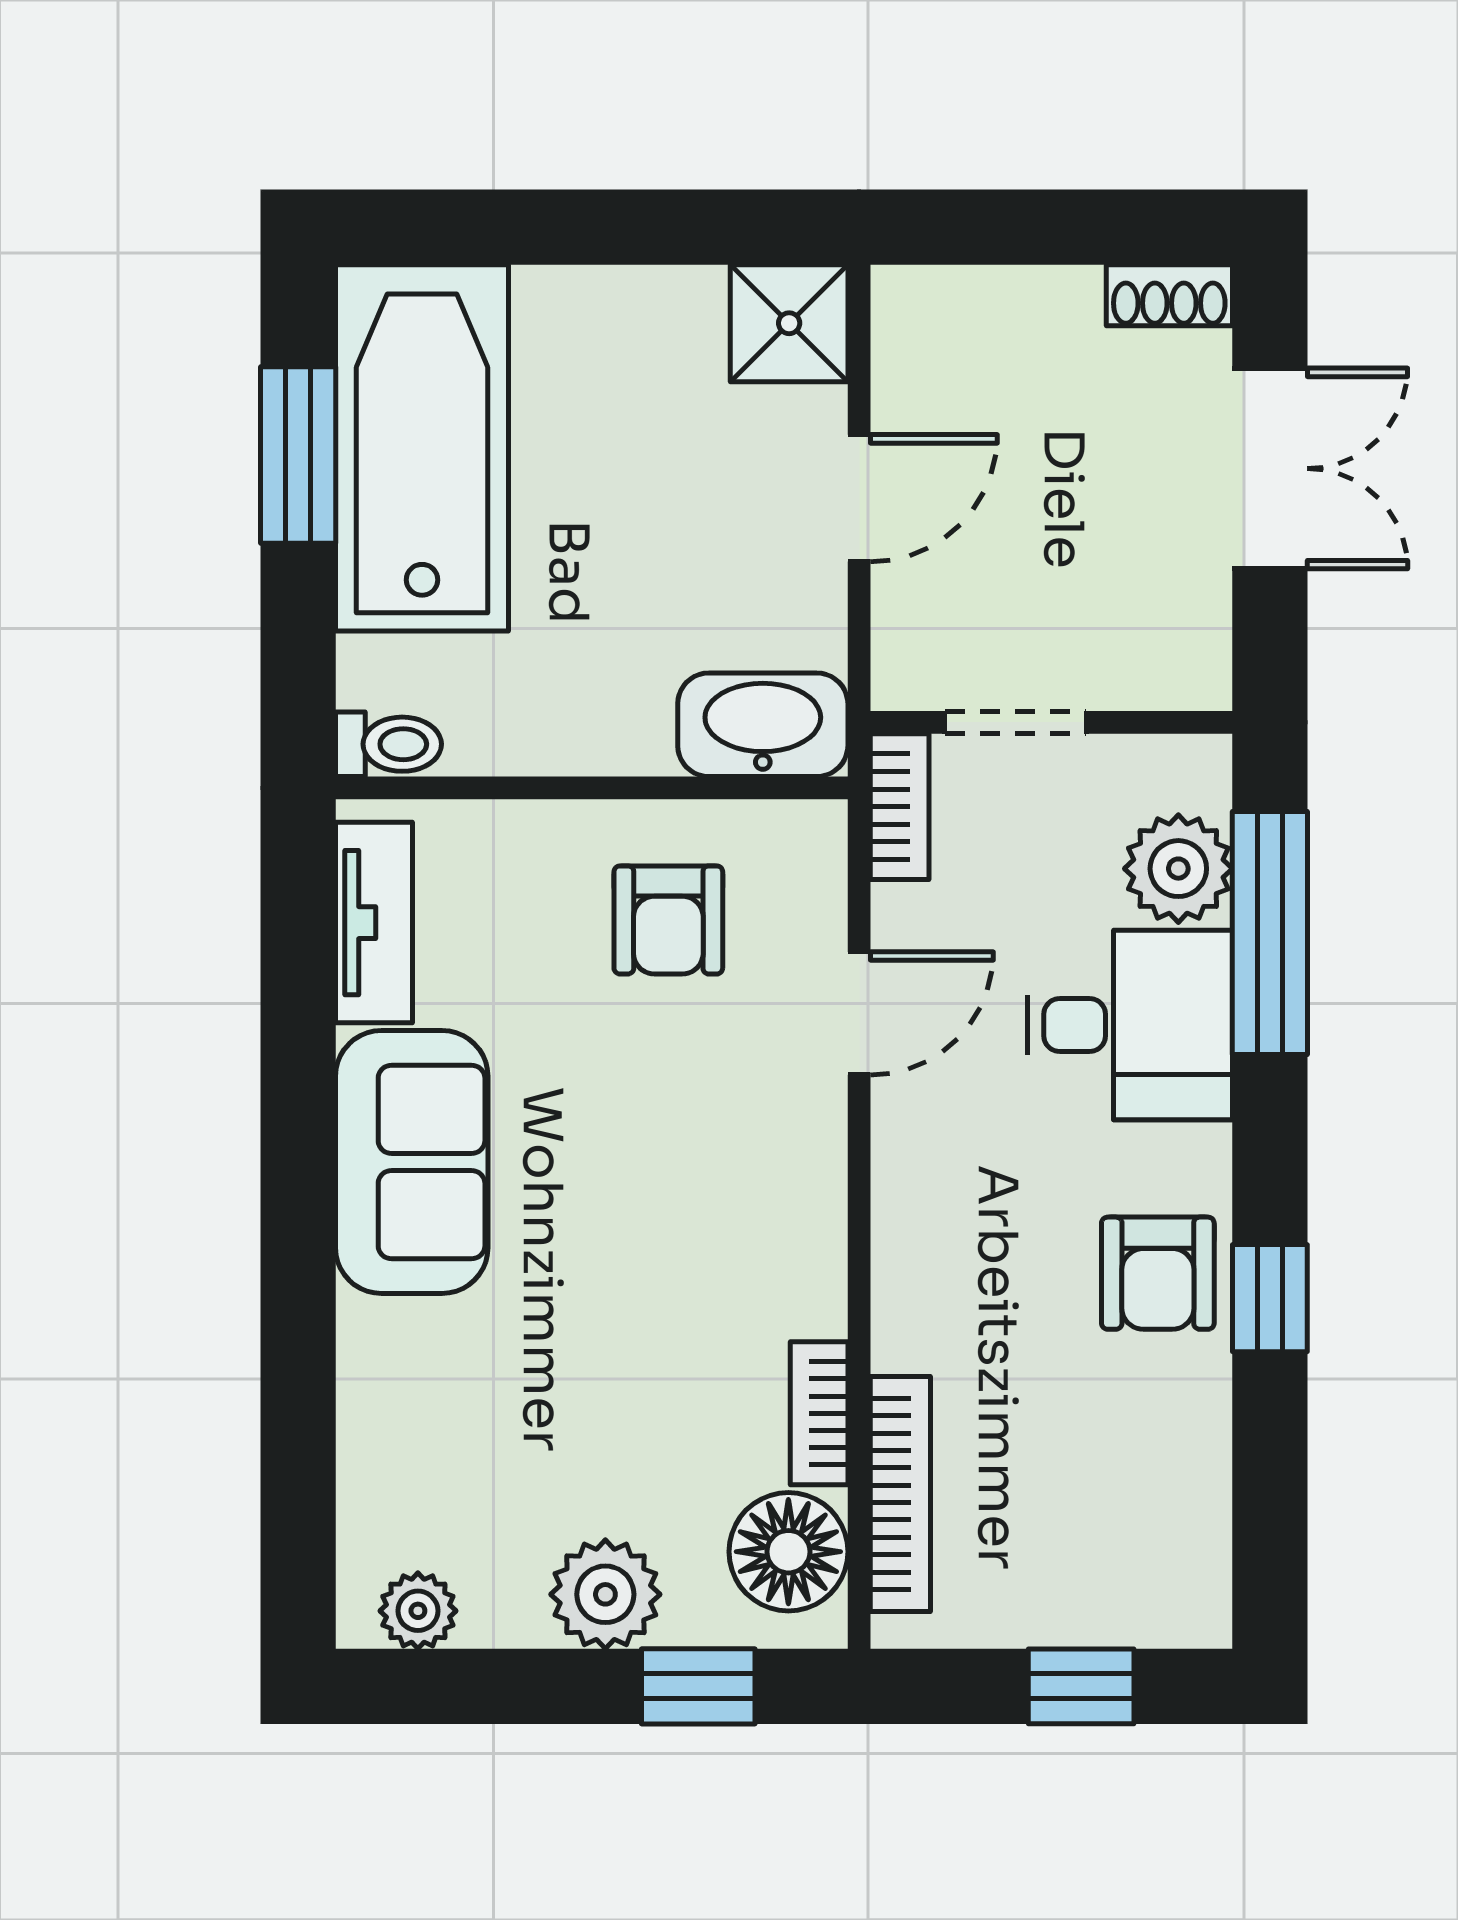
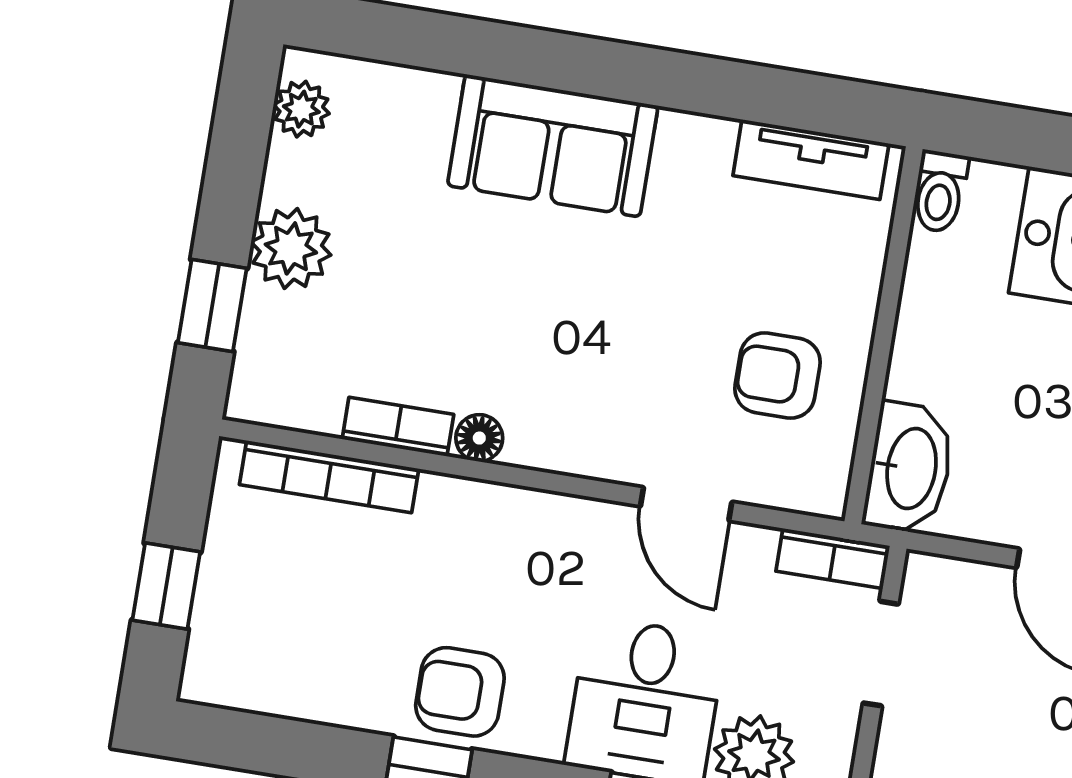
sofa: (412, 1162) -> (553, 146), moved
floor lamp: (788, 1552) -> (479, 438), moved, width x0.53, depth x0.53

